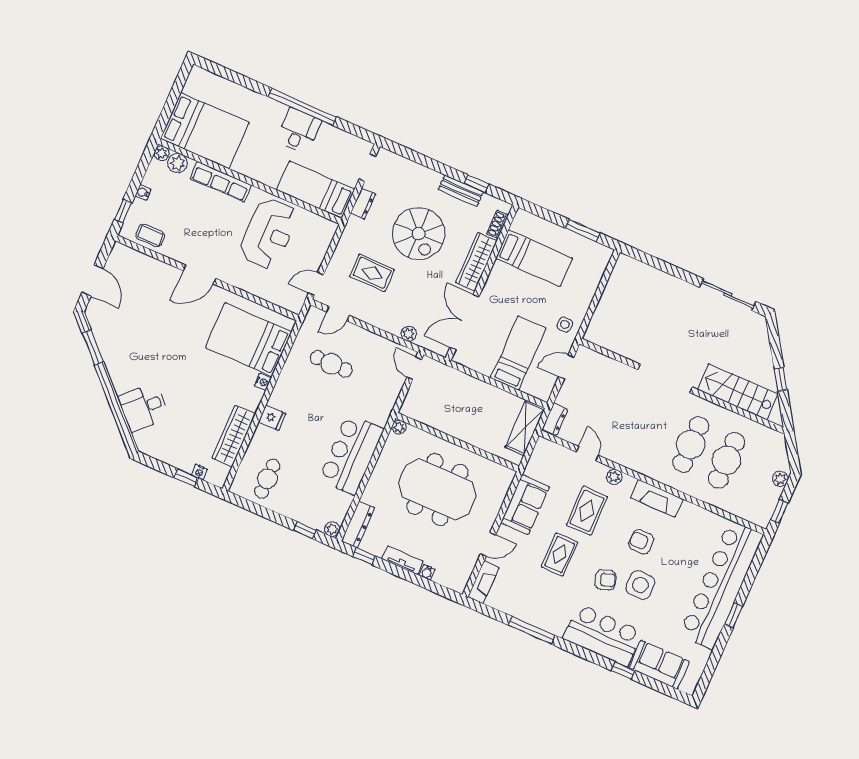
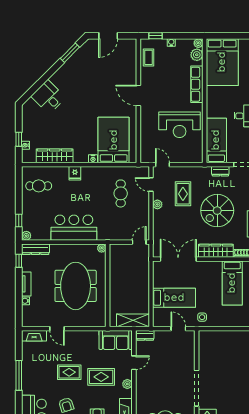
plant: (409, 334) -> (157, 204), moved
sofa: (525, 505) -> (116, 340), moved

